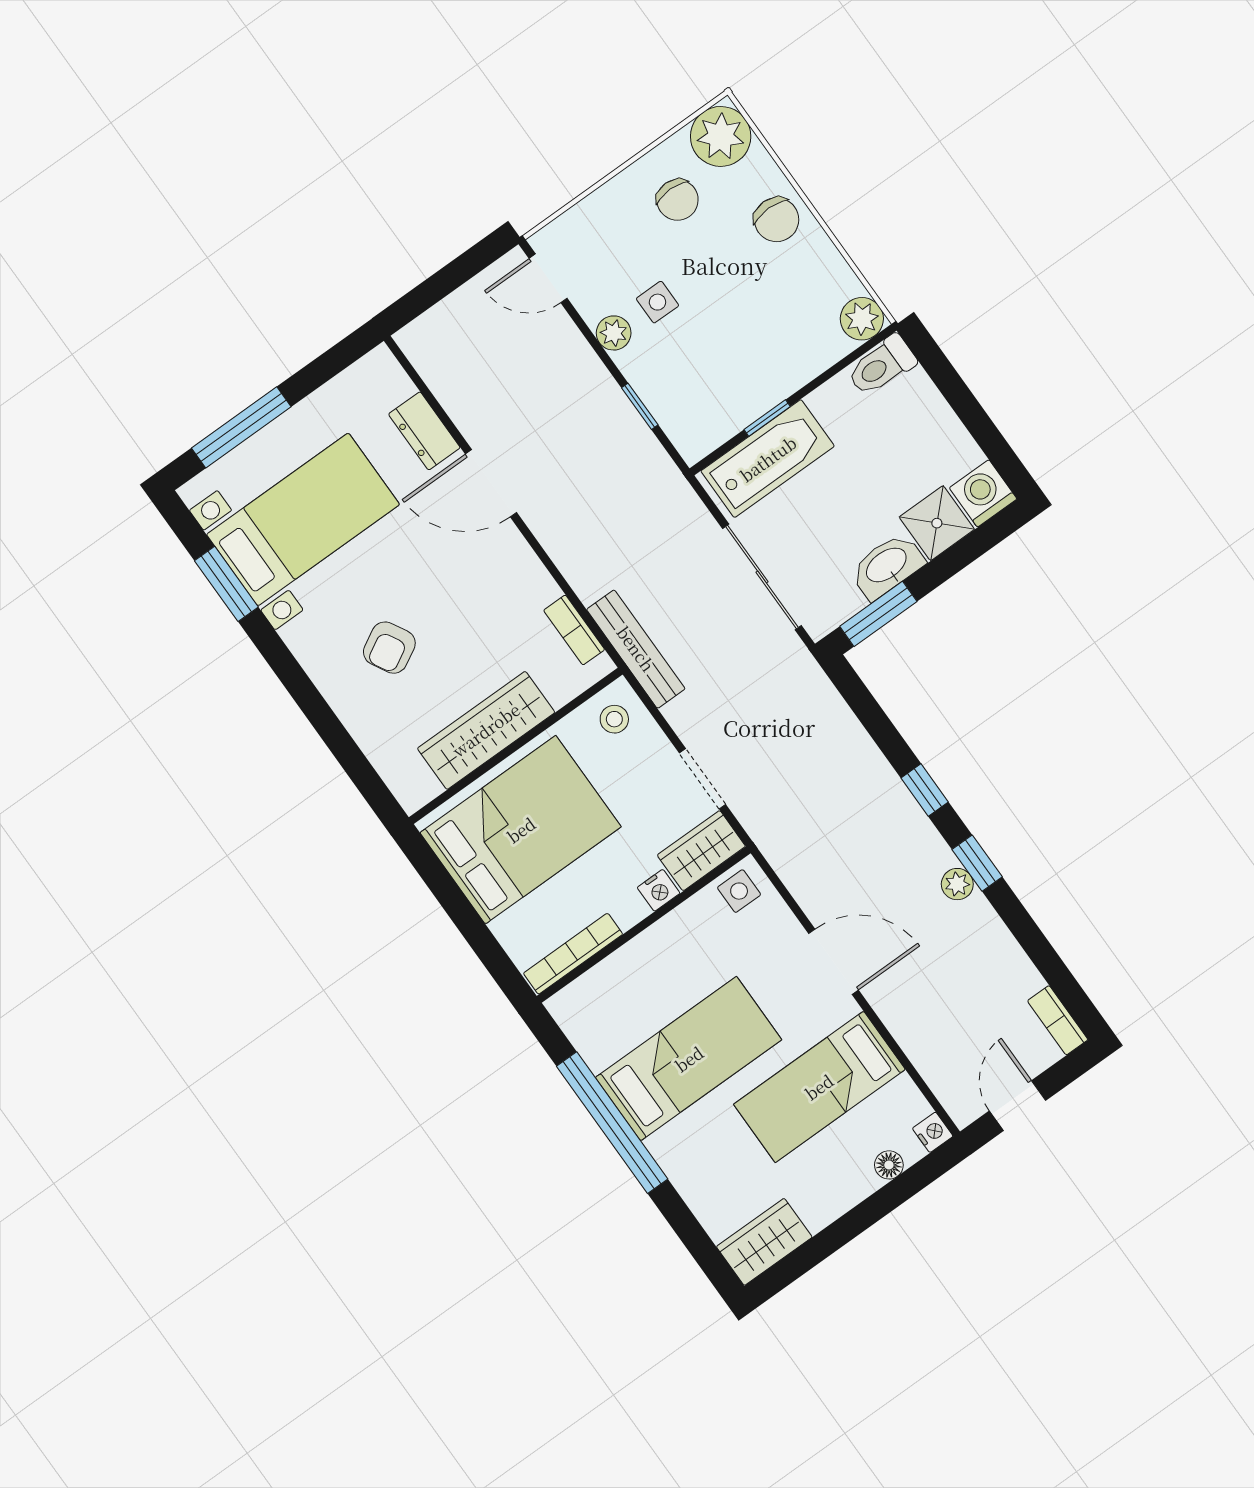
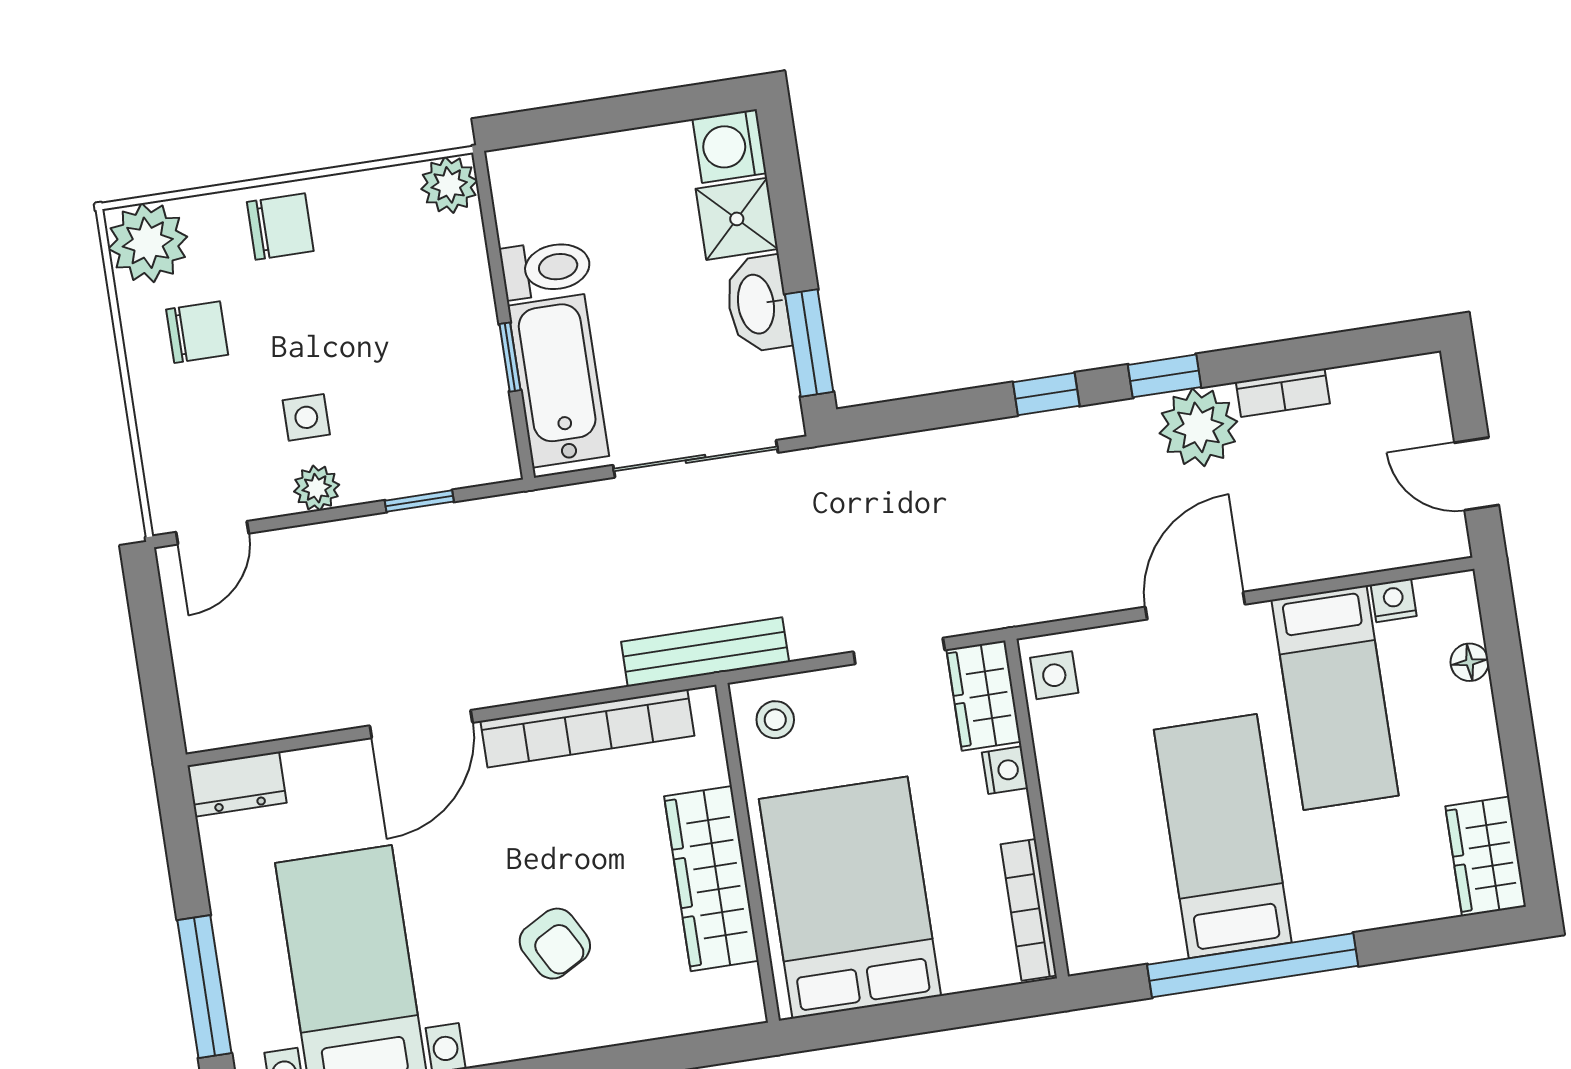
toilet: (882, 366) -> (546, 268), moved, turned -90
dresser: (424, 431) -> (237, 784), moved
bookcase: (574, 630) -> (587, 728), width x2.31, depth x1.31
plant: (957, 884) -> (1198, 427), width x1.87, depth x1.87
bookcase: (1058, 1020) -> (1283, 393), moved
nightstand: (933, 1132) -> (1394, 600), moved

